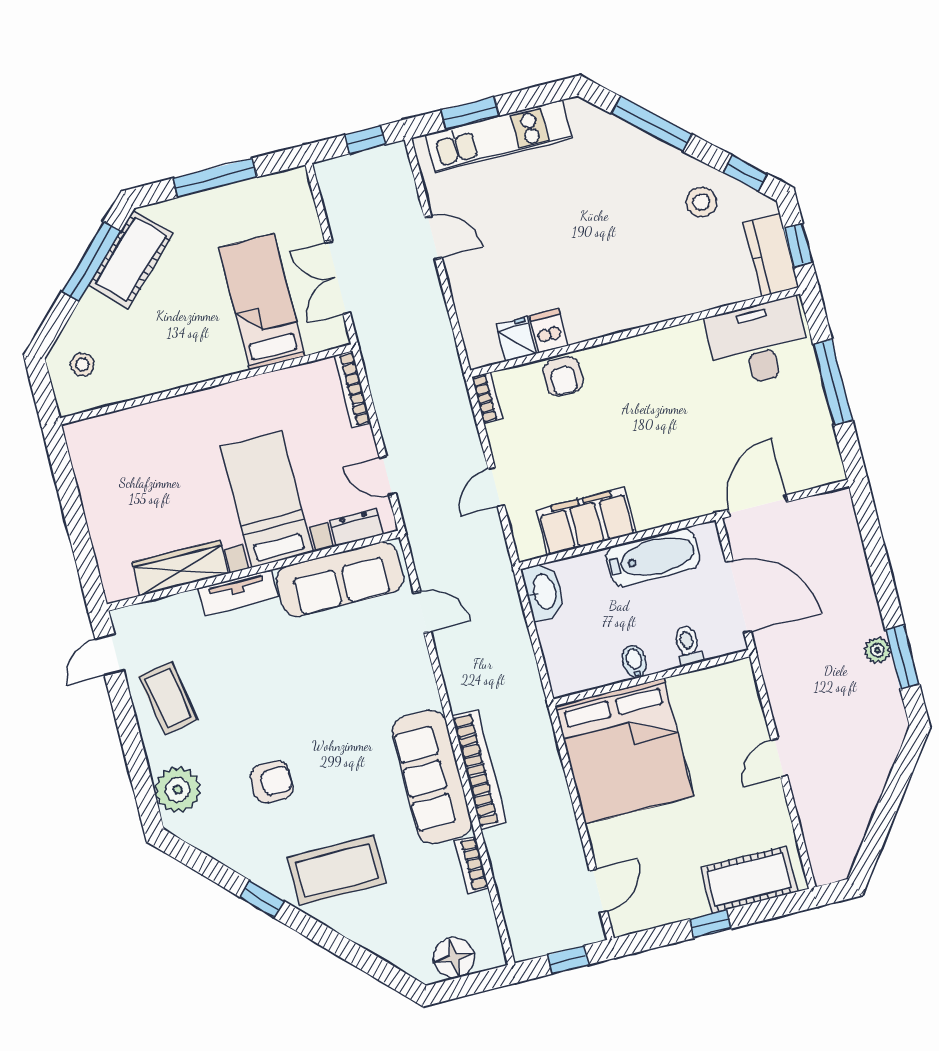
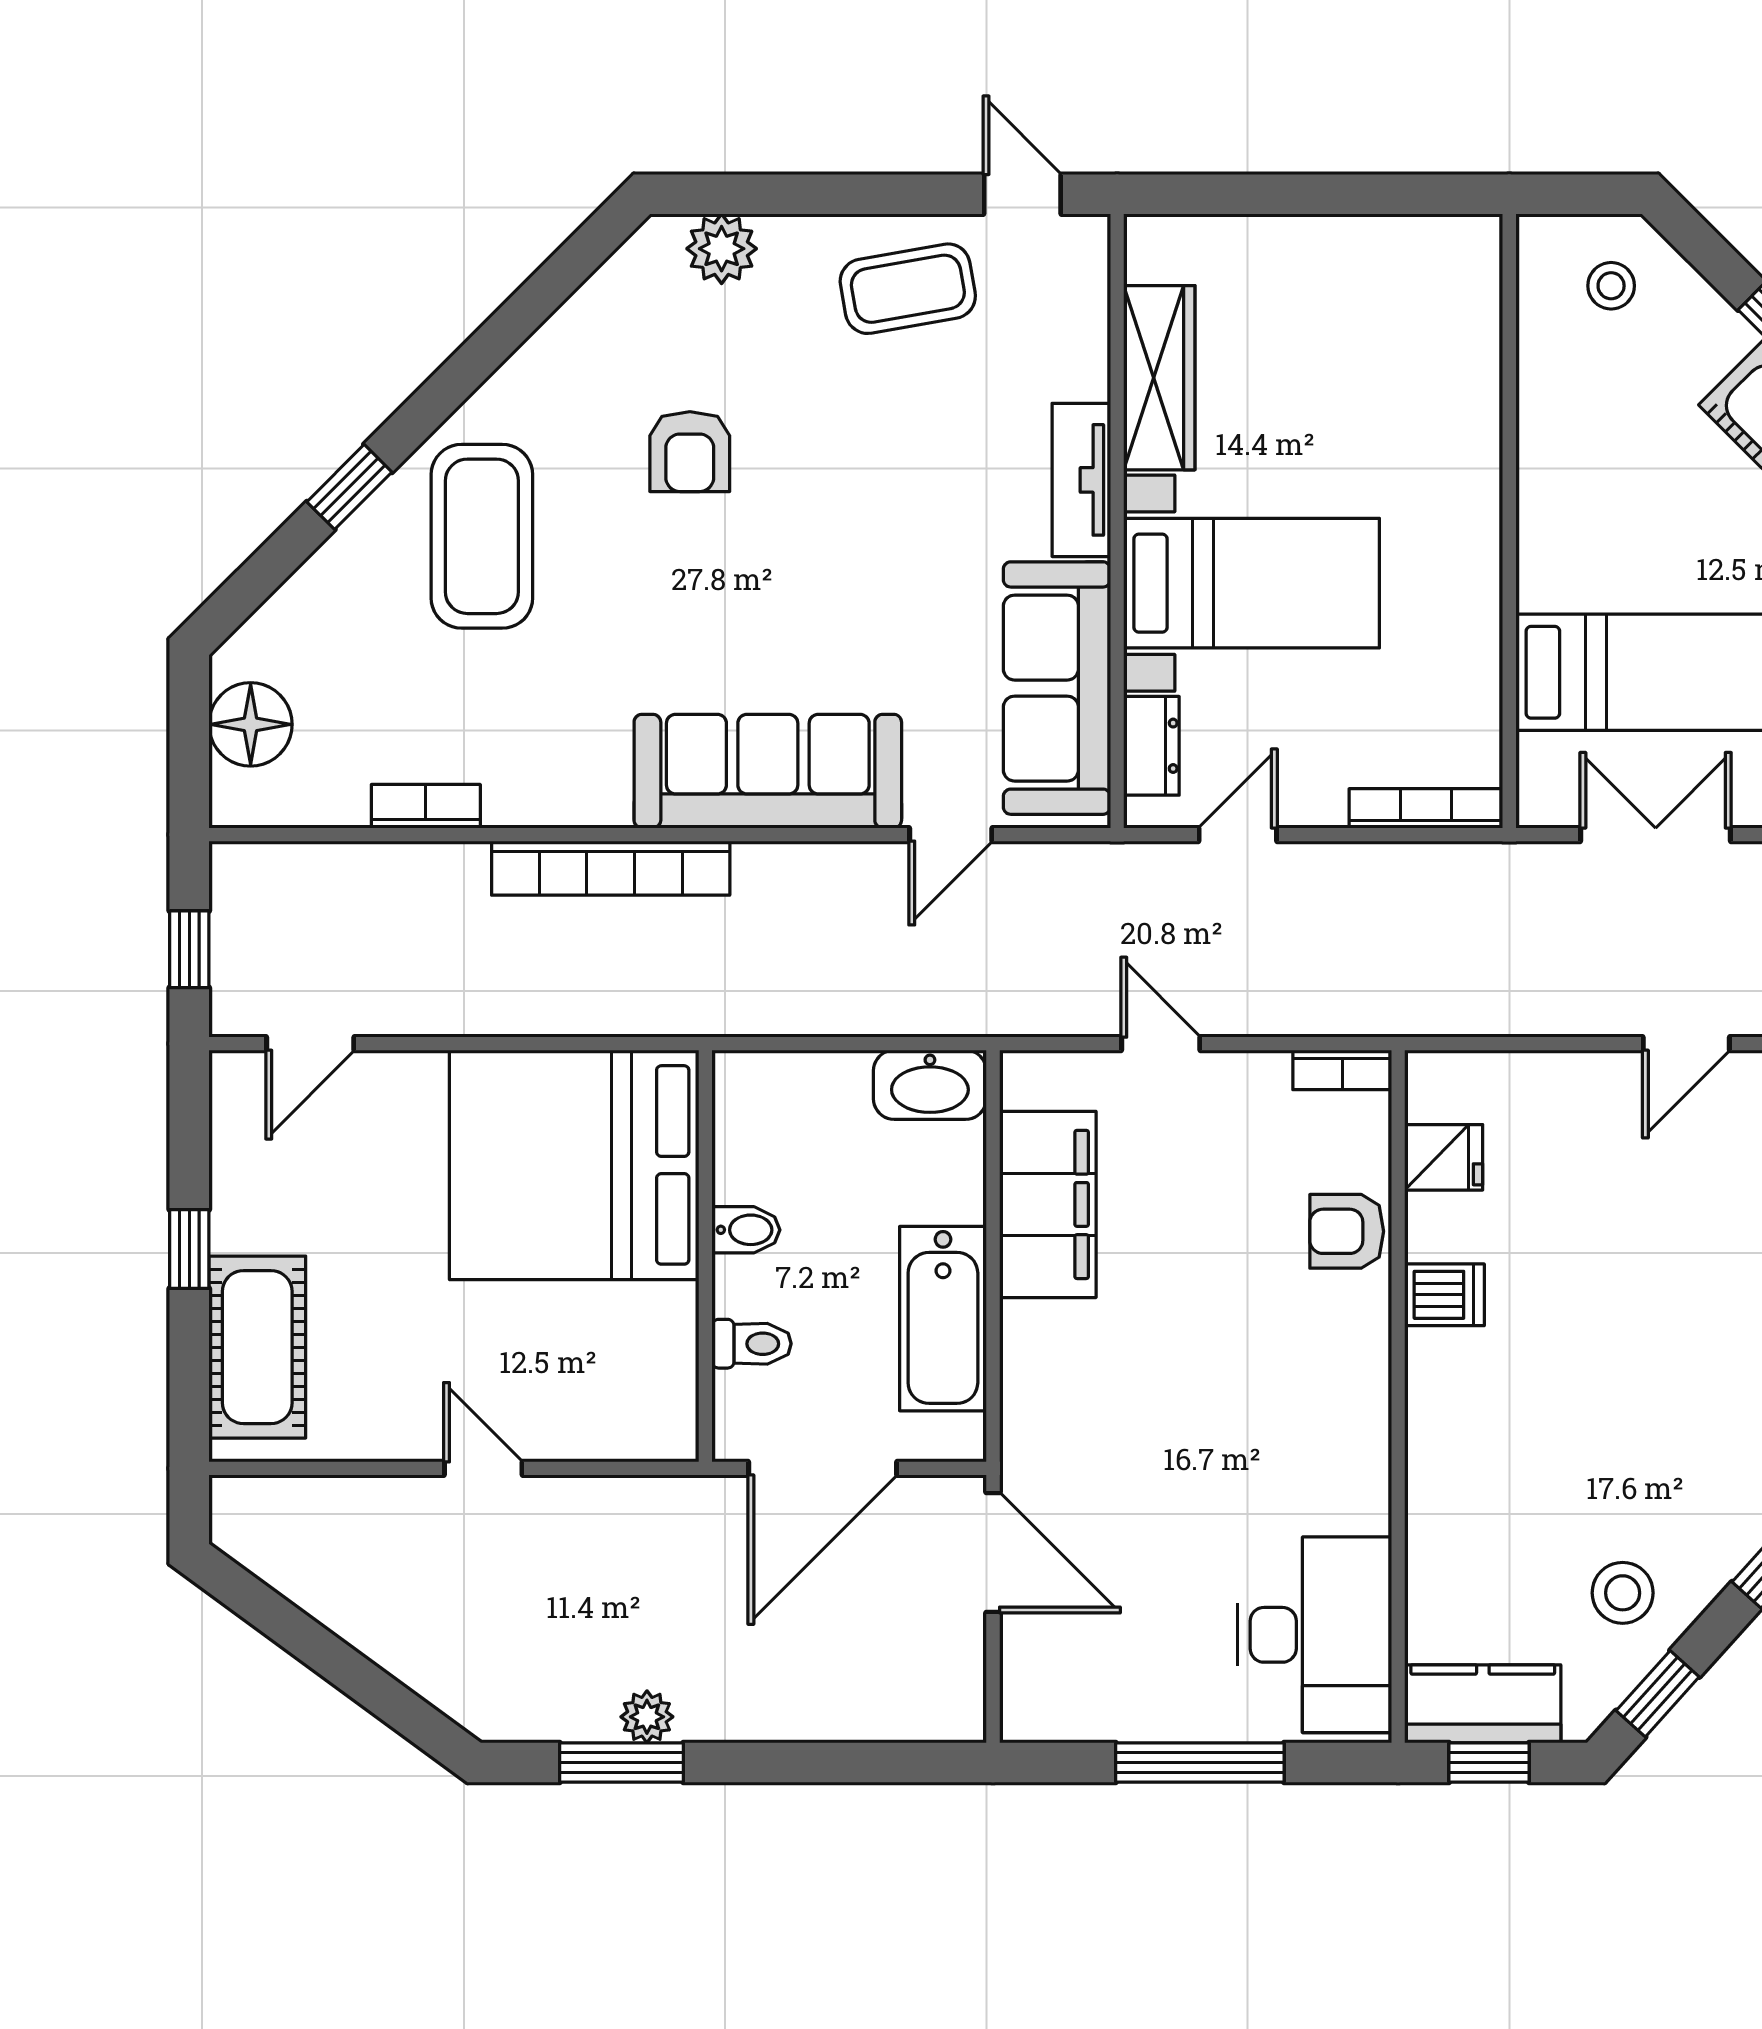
dishwasher: (549, 331) -> (1445, 1295), moved
sofa: (432, 777) -> (768, 771), moved
plant: (178, 790) -> (722, 249), width x0.73, depth x0.73
door: (598, 891) -> (310, 1044), hinge flipped
window: (262, 899) -> (349, 487), moved

